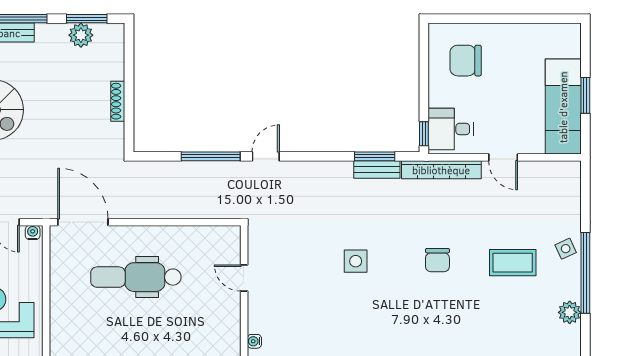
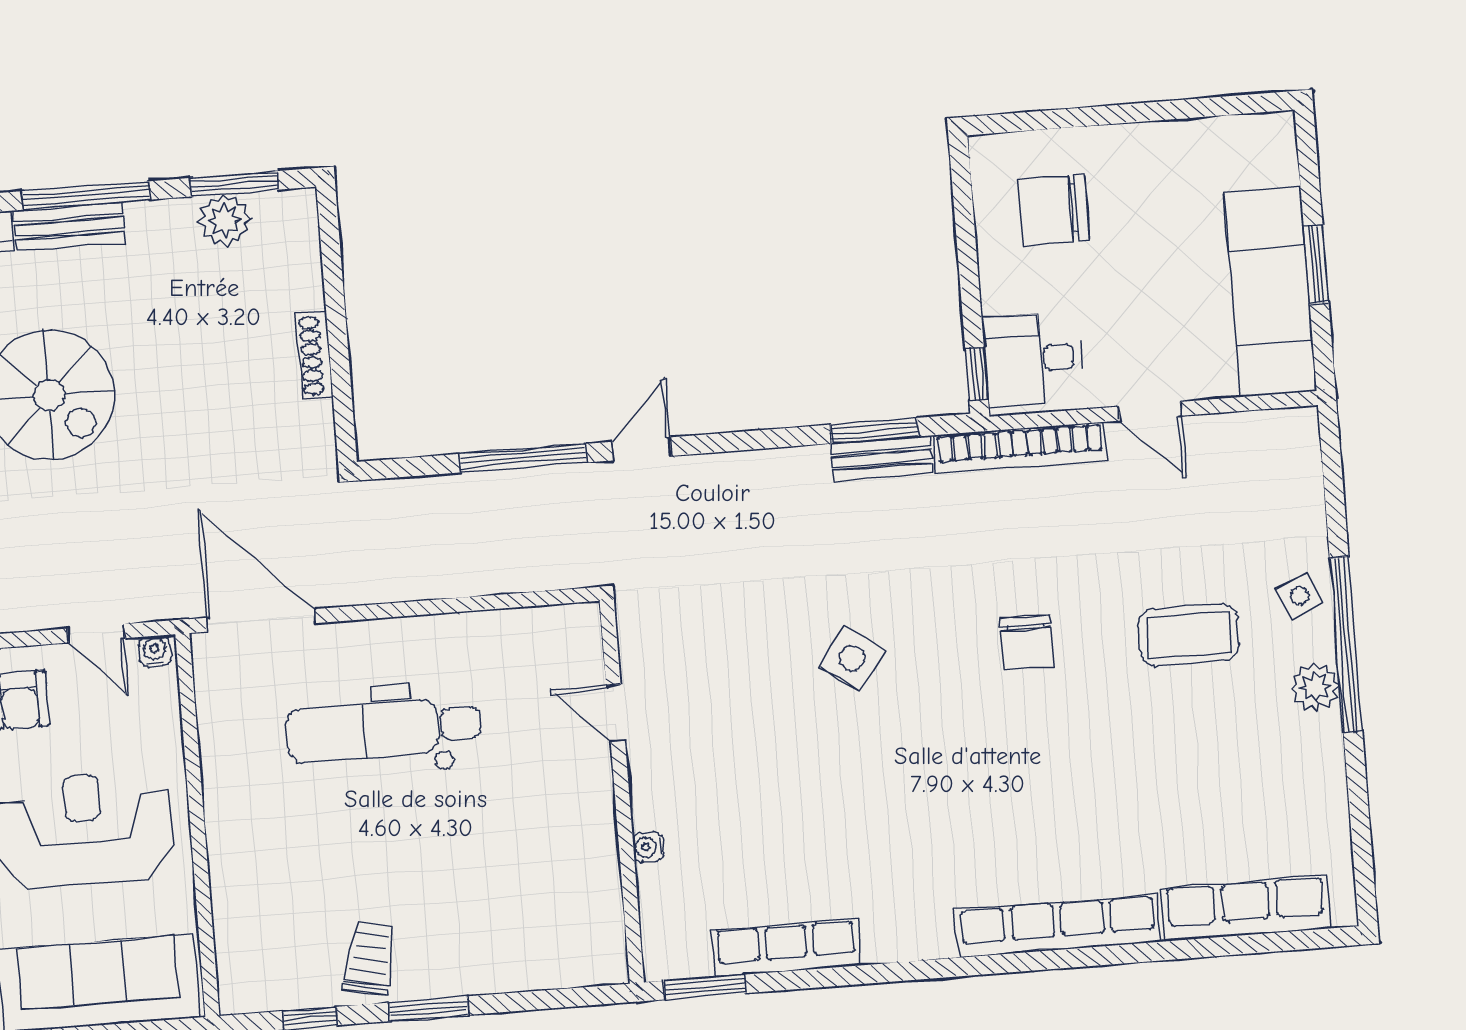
side table: (356, 261) -> (852, 658), turned 36
plant: (570, 312) -> (1315, 687), moved

